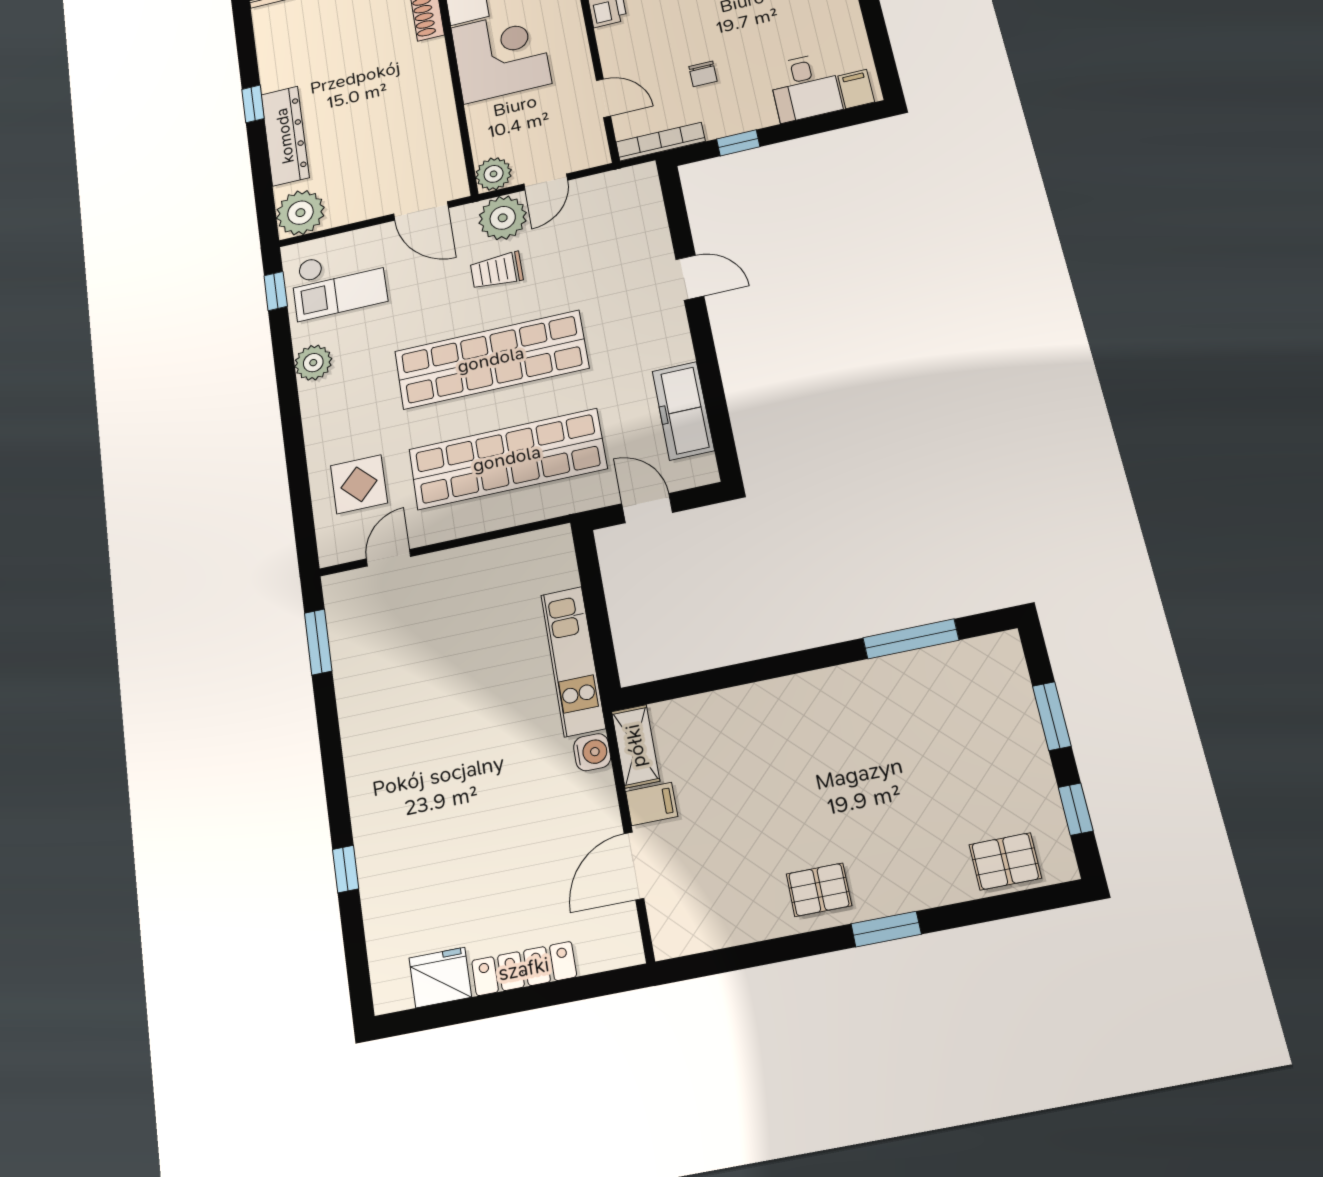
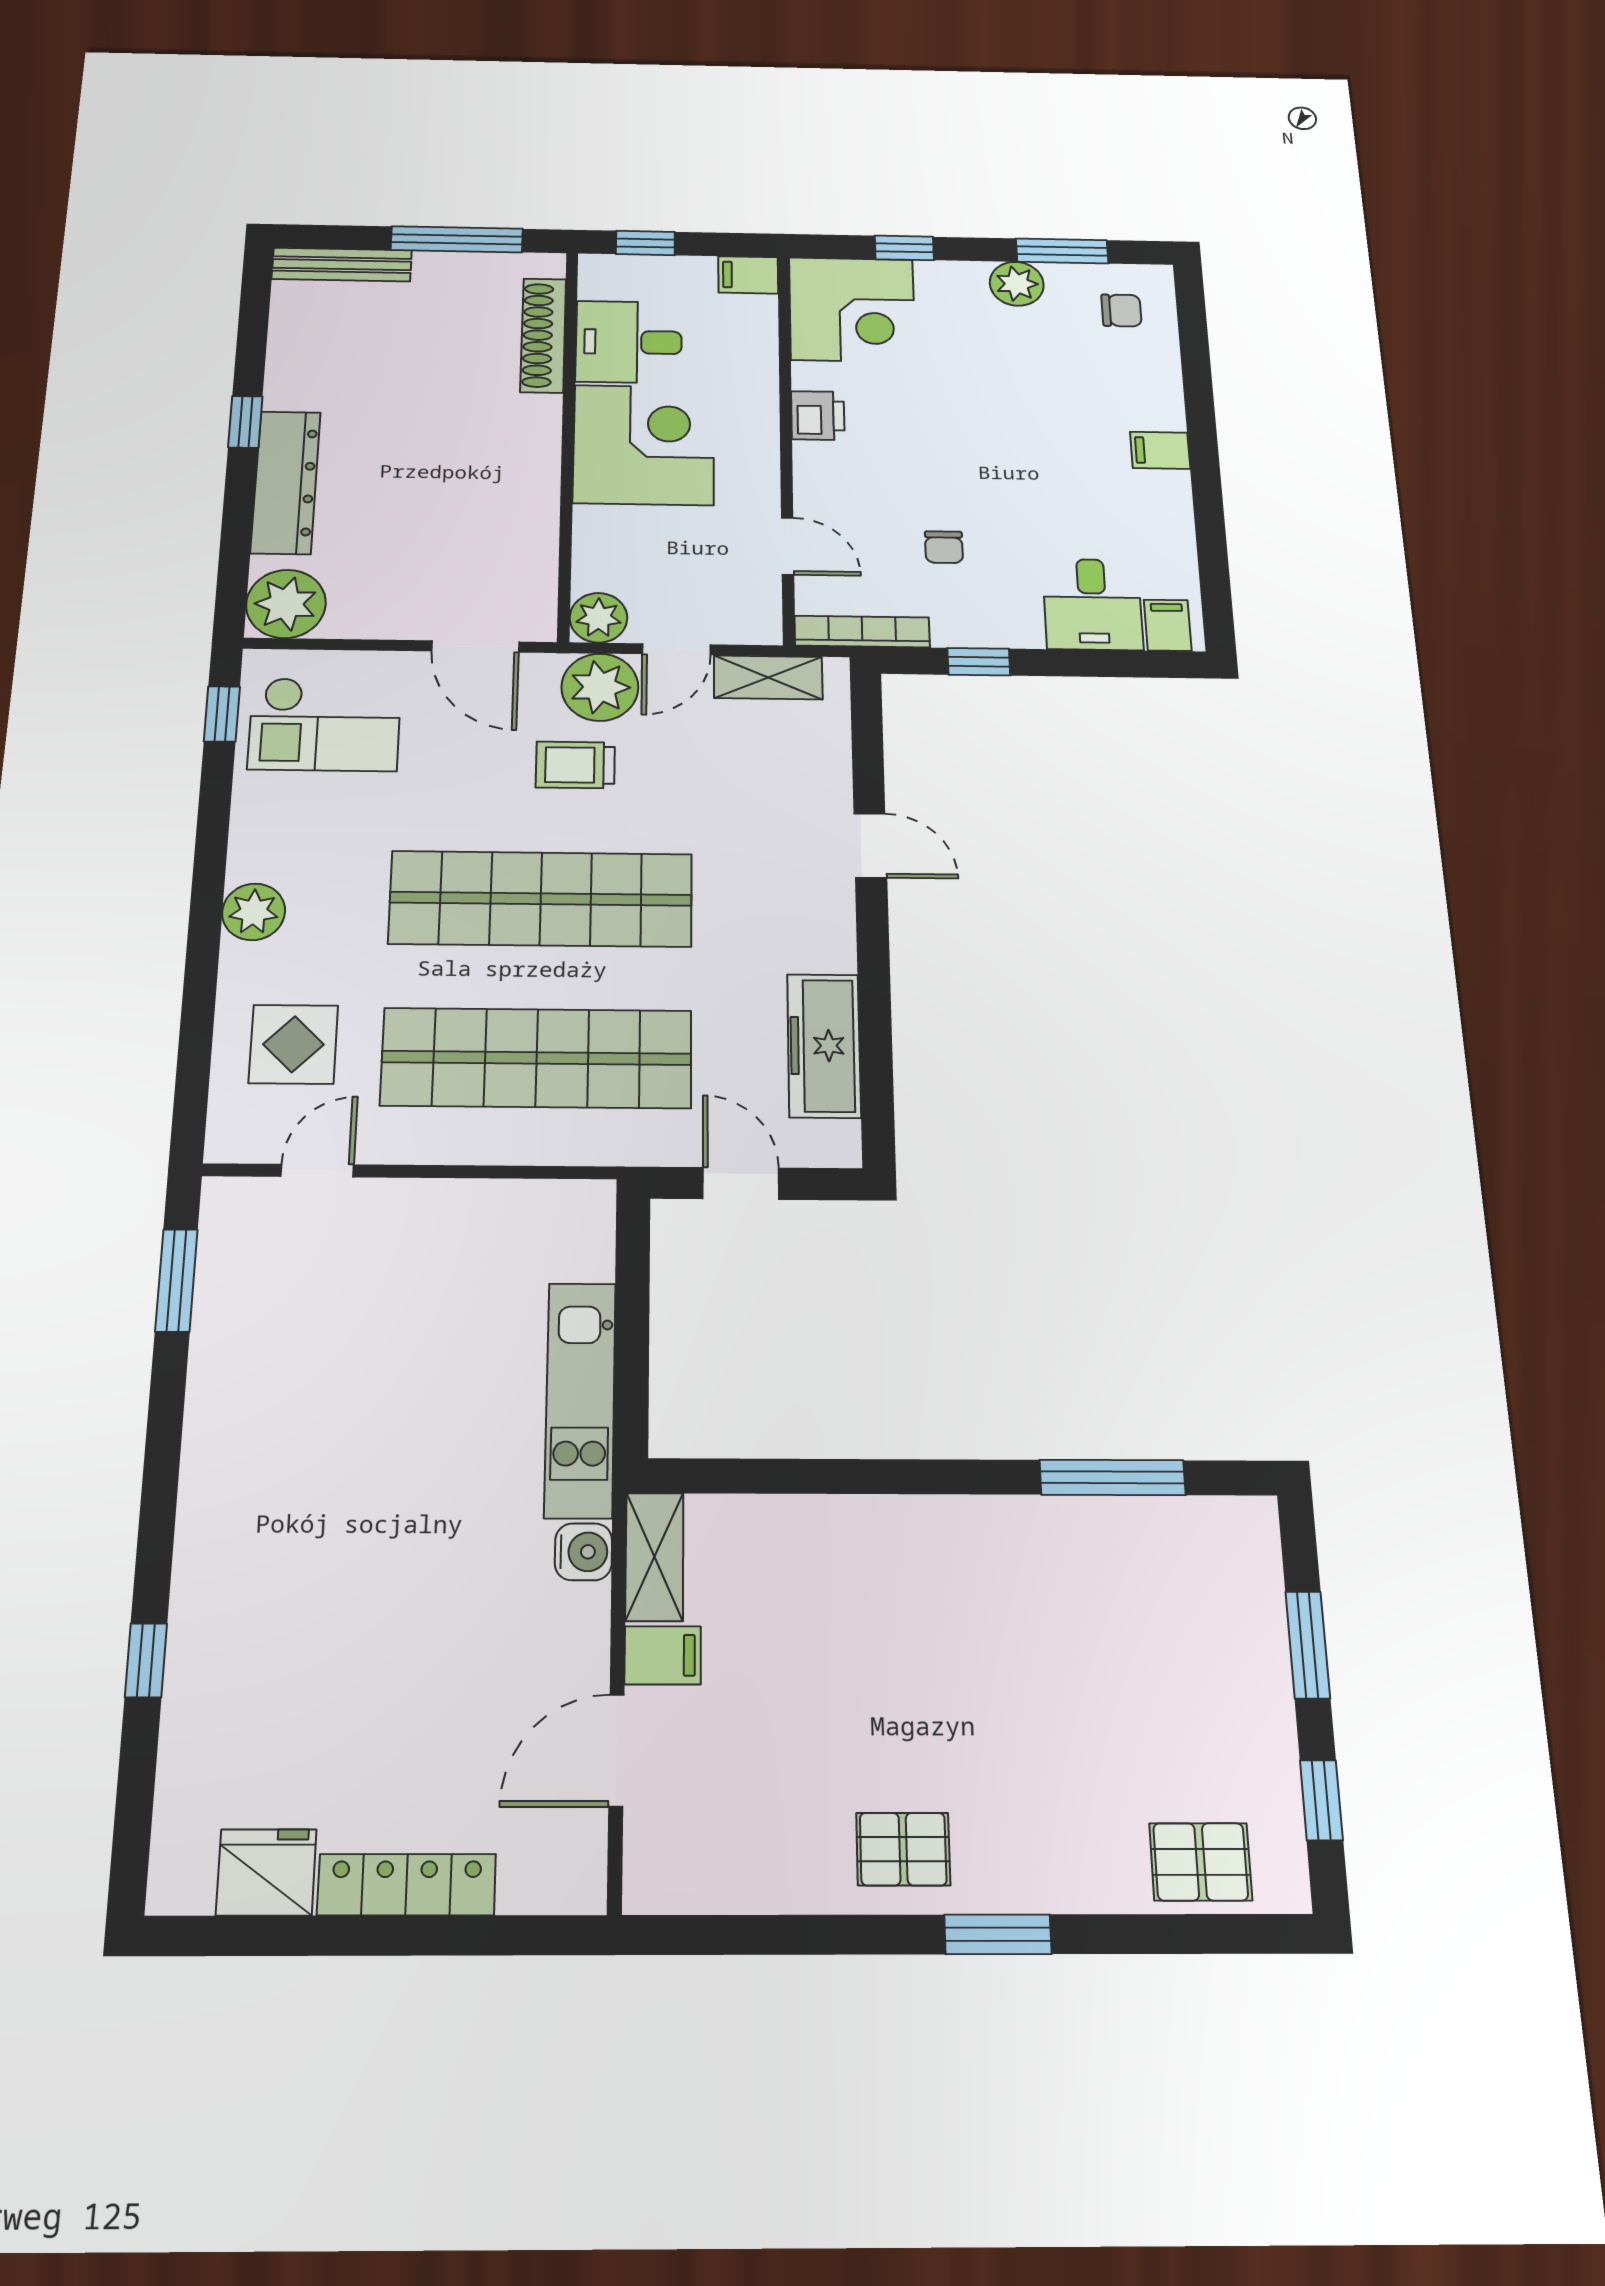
shelving: (606, 186) -> (768, 677), added
plant: (313, 363) -> (254, 912), moved

